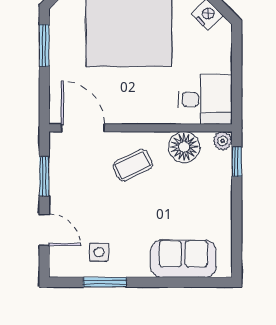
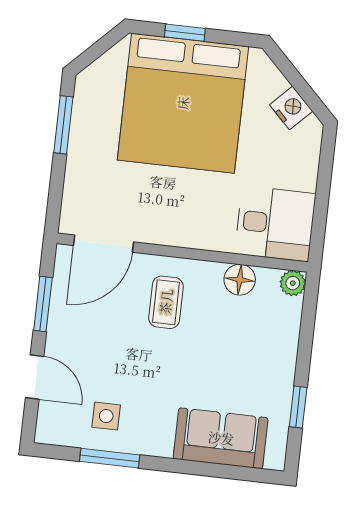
door: (83, 128) -> (104, 244), swing flipped
floor lamp: (184, 147) -> (240, 280), width x0.73, depth x0.73
window: (237, 162) -> (298, 407), moved
coffee table: (133, 165) -> (166, 302), turned -64

